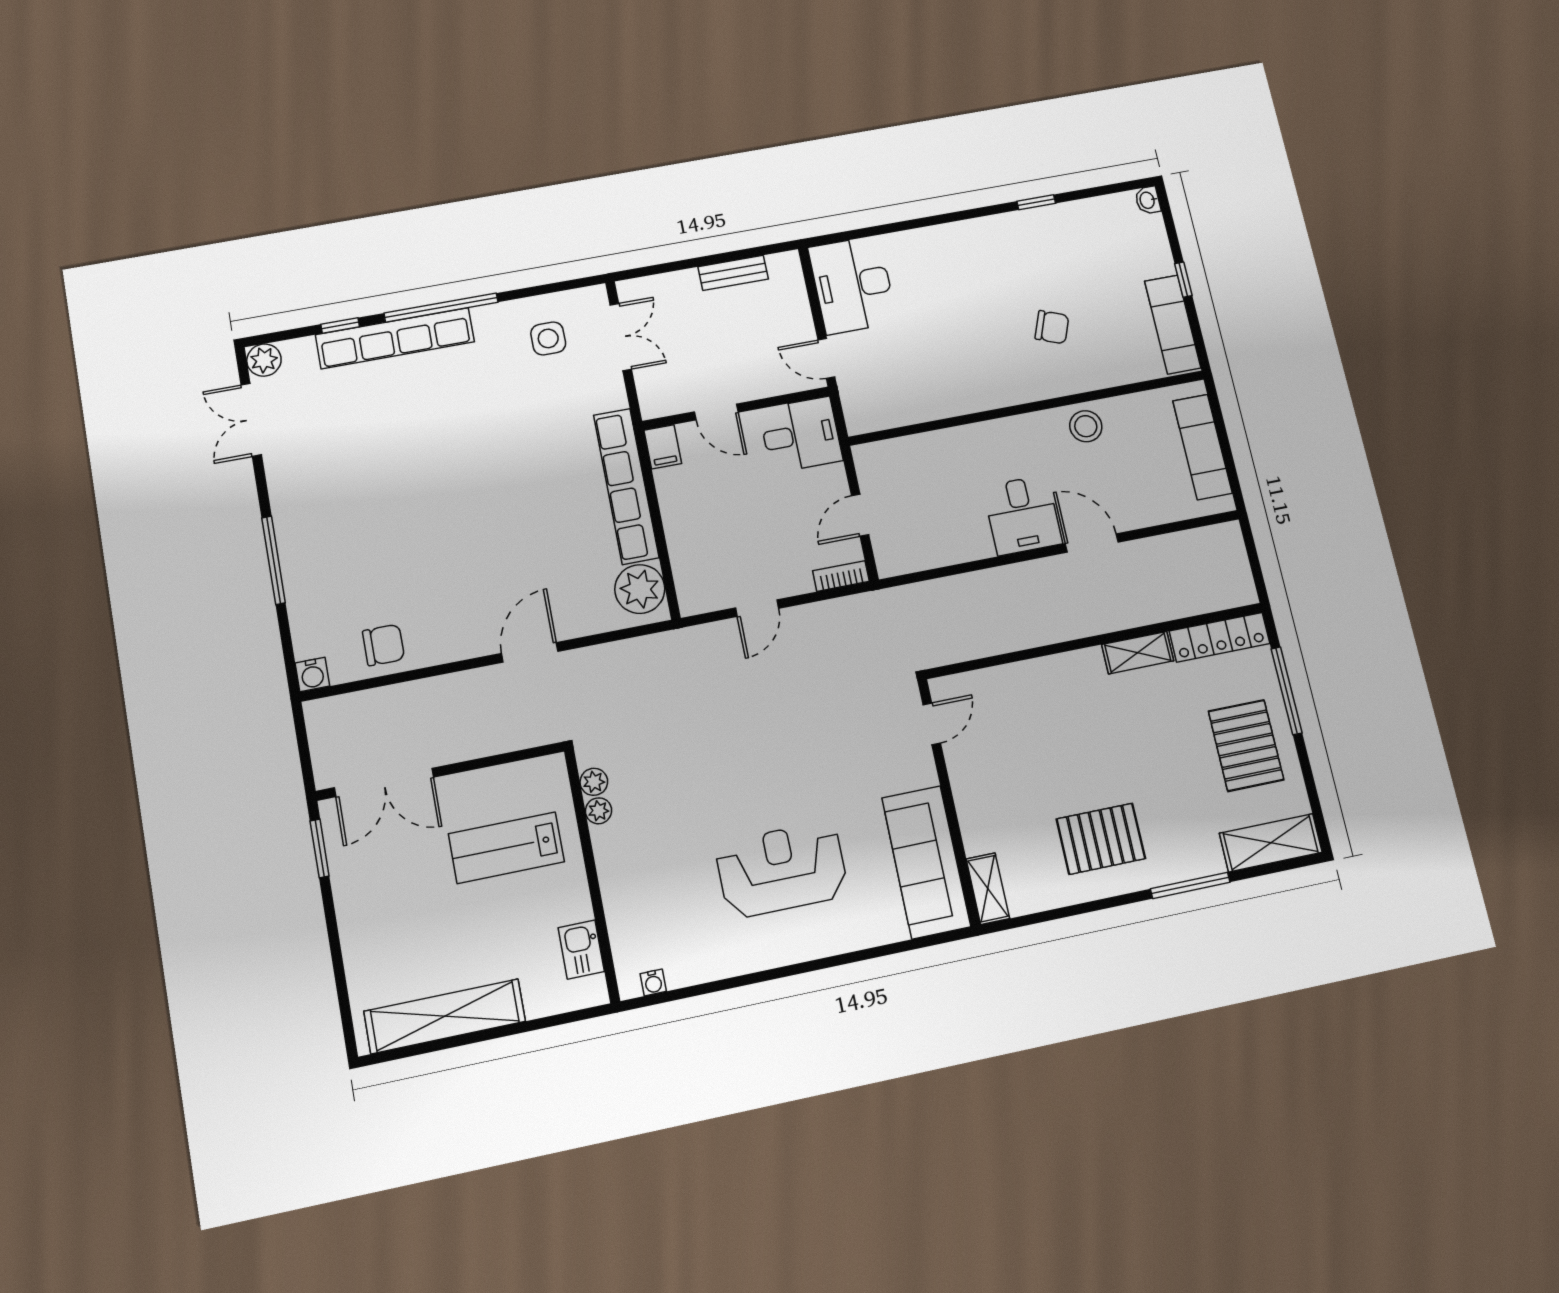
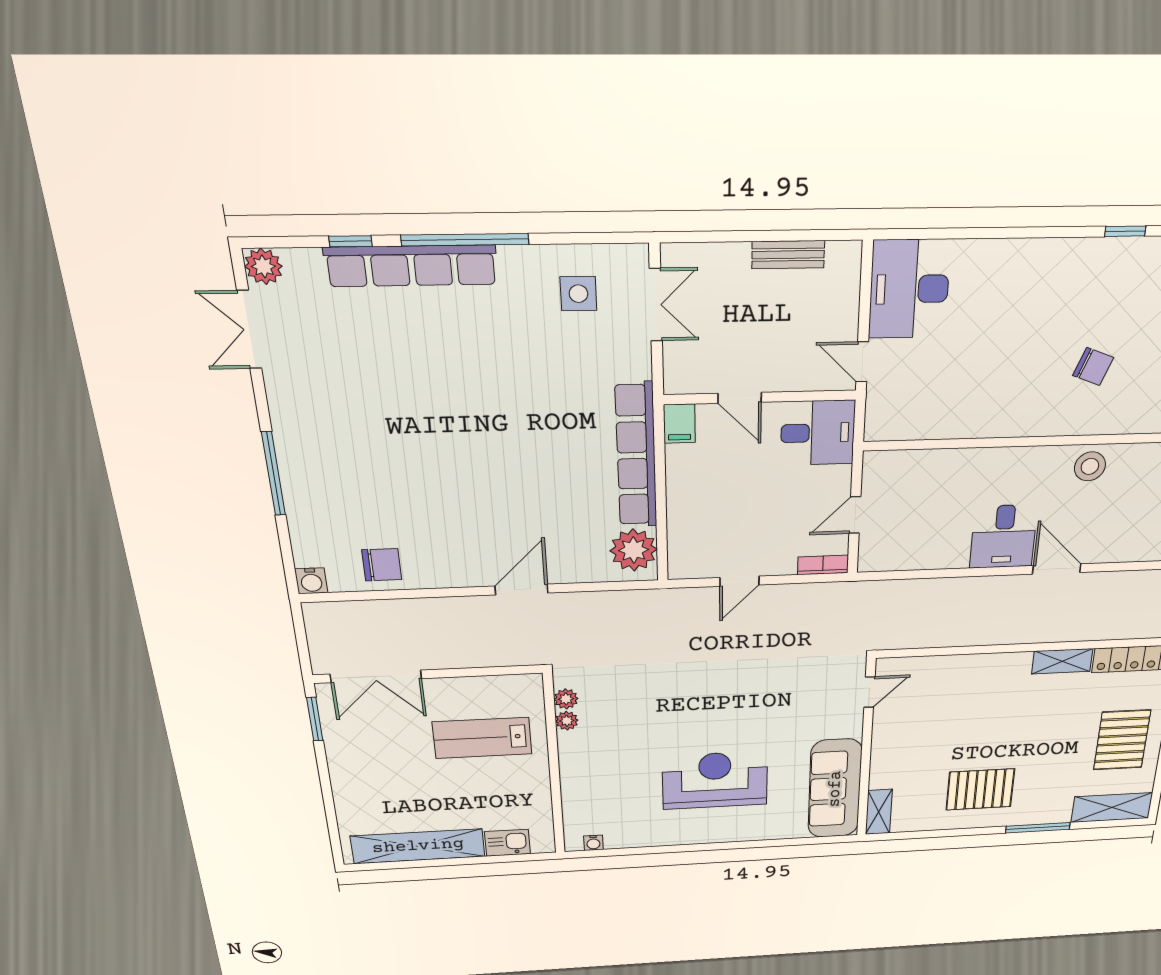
kitchen sink: (581, 950) -> (507, 843), moved, turned 90

